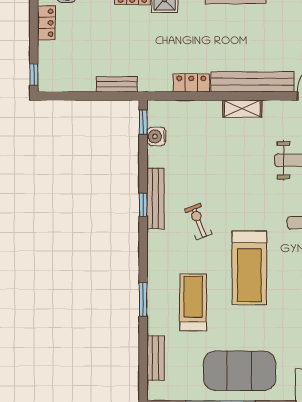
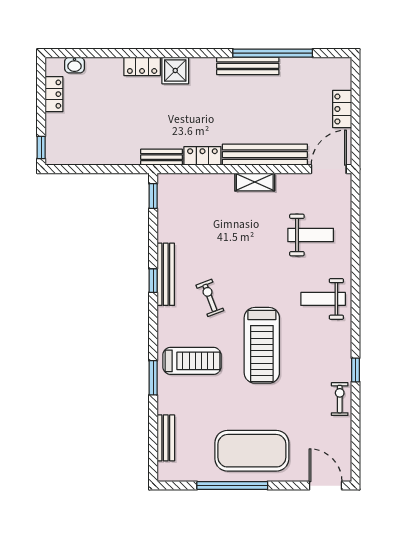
bench: (117, 84) -> (162, 157), moved
water cooler: (156, 136) -> (167, 211), removed
treadmill: (193, 302) -> (192, 361), moved, turned 90

